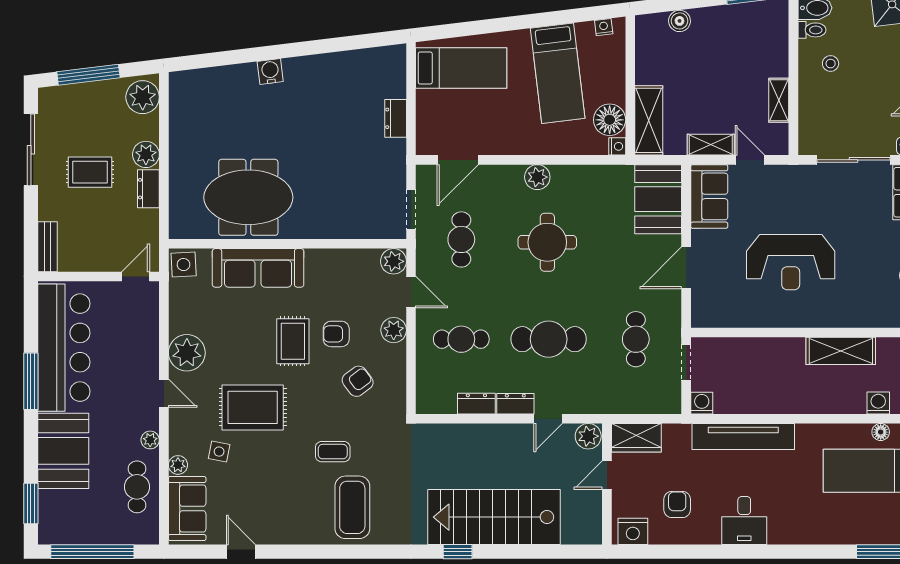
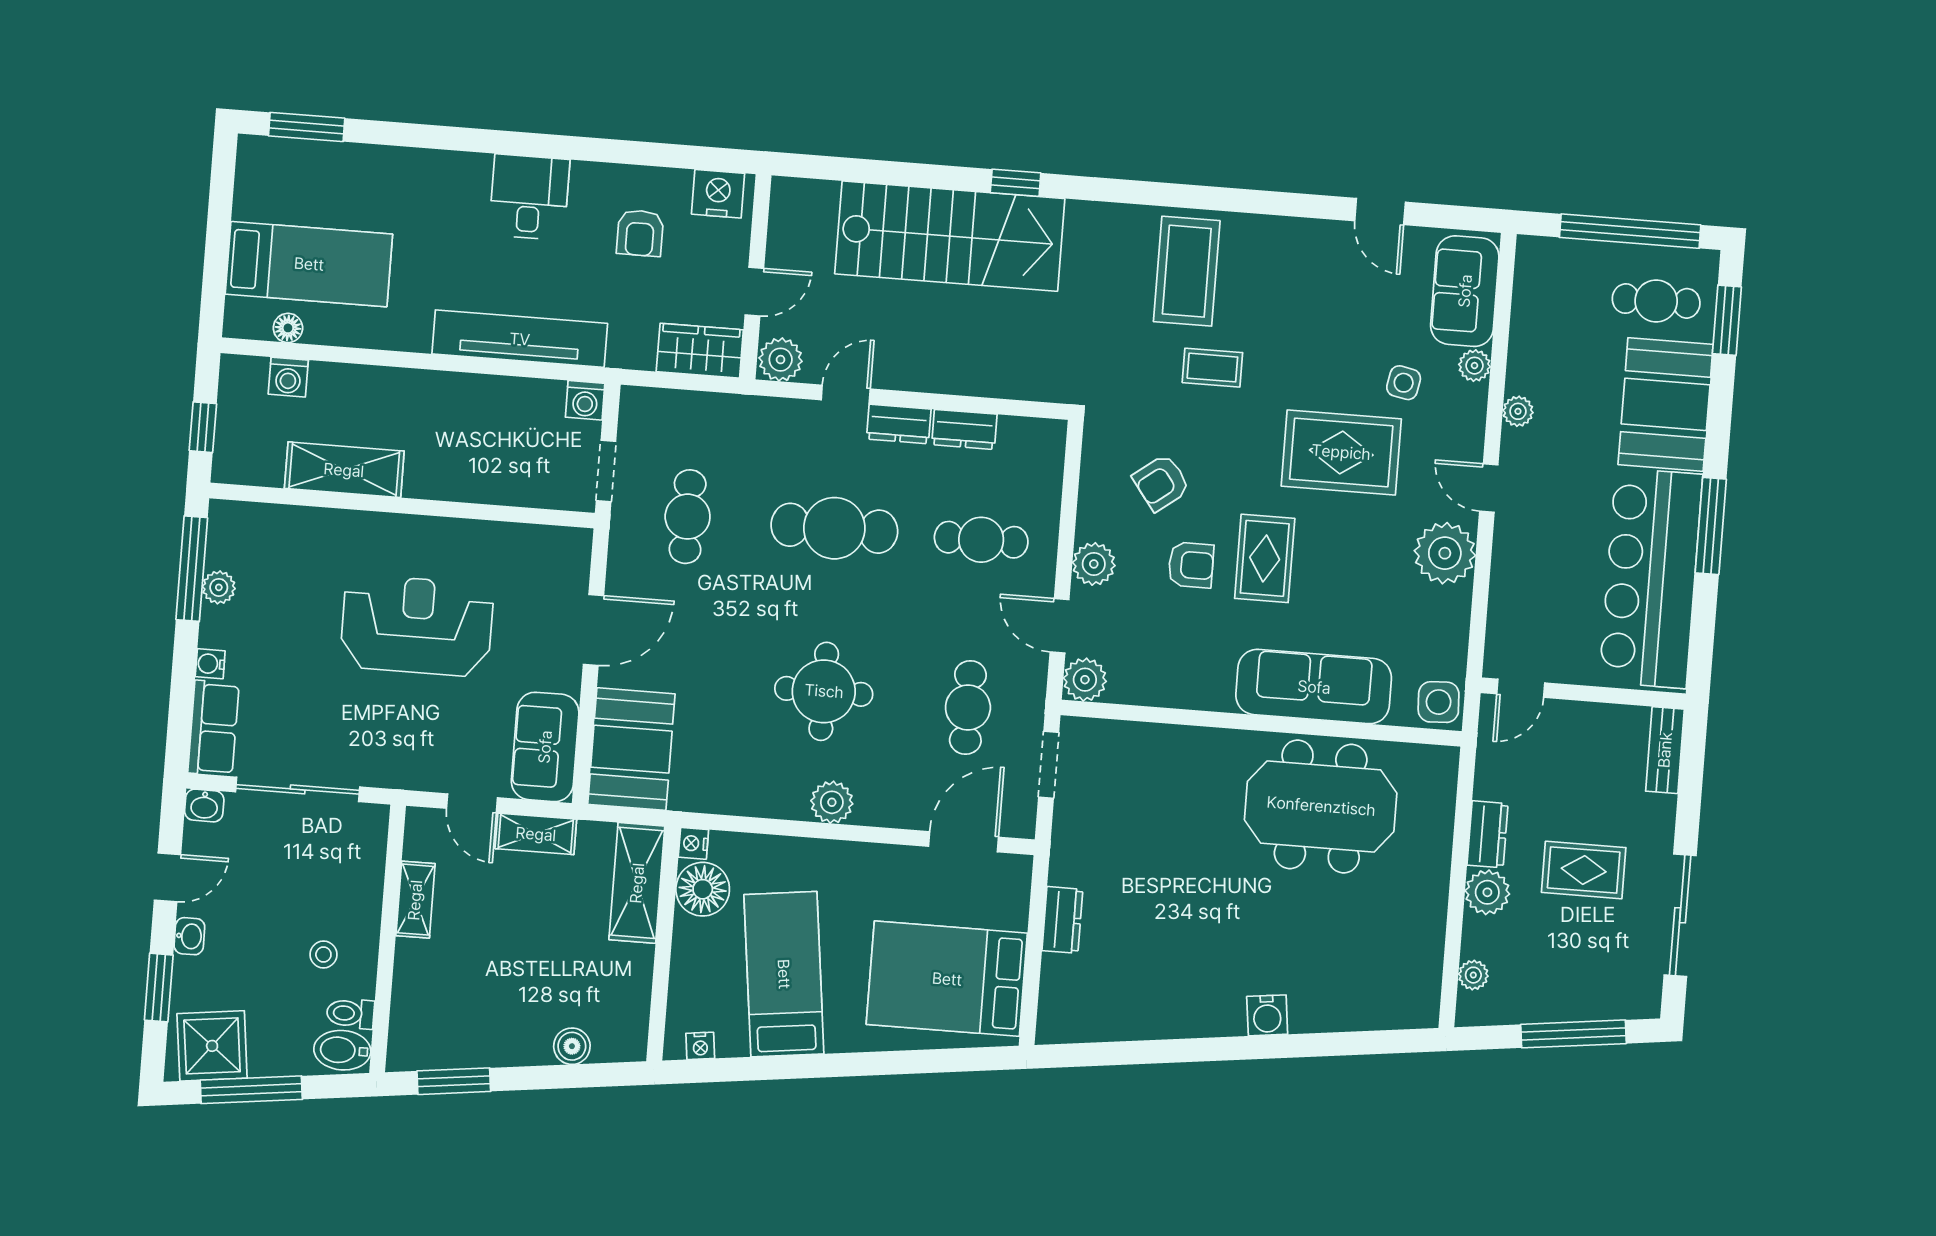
bed: (461, 68) -> (947, 979), width x1.50
plant: (143, 97) -> (1473, 975), width x0.53, depth x0.53
cafe table: (137, 487) -> (1656, 301), moved, turned 90

